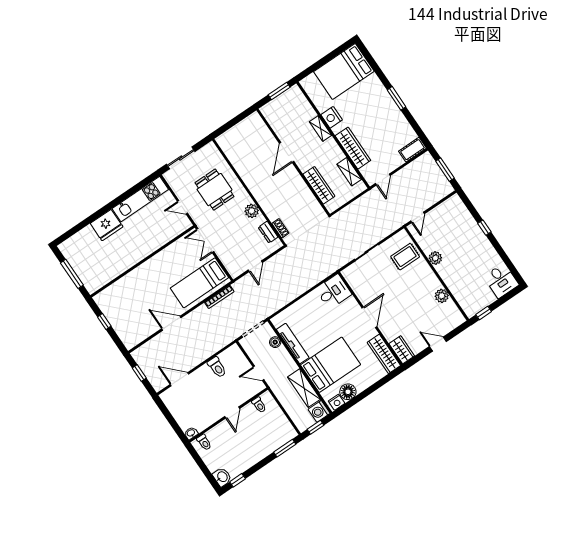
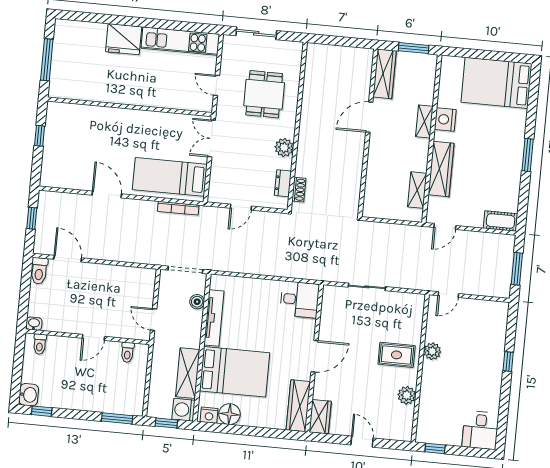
wardrobe: (319, 185) -> (385, 74), moved
rug: (405, 257) -> (397, 355), moved
toilet: (217, 367) -> (39, 271), moved

